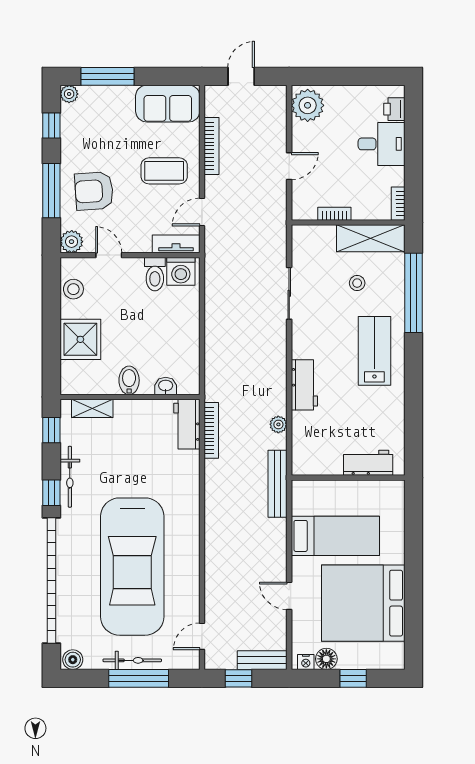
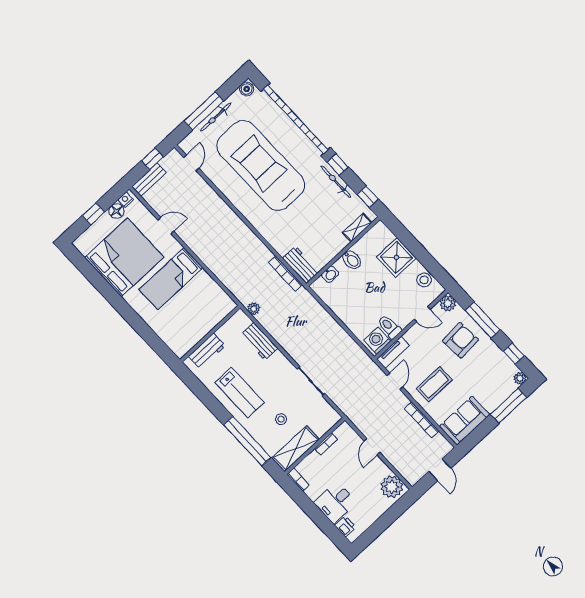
workbench: (368, 463) -> (207, 351), moved
wall: (348, 478) -> (210, 334), moved
bench: (278, 484) -> (226, 278), removed

